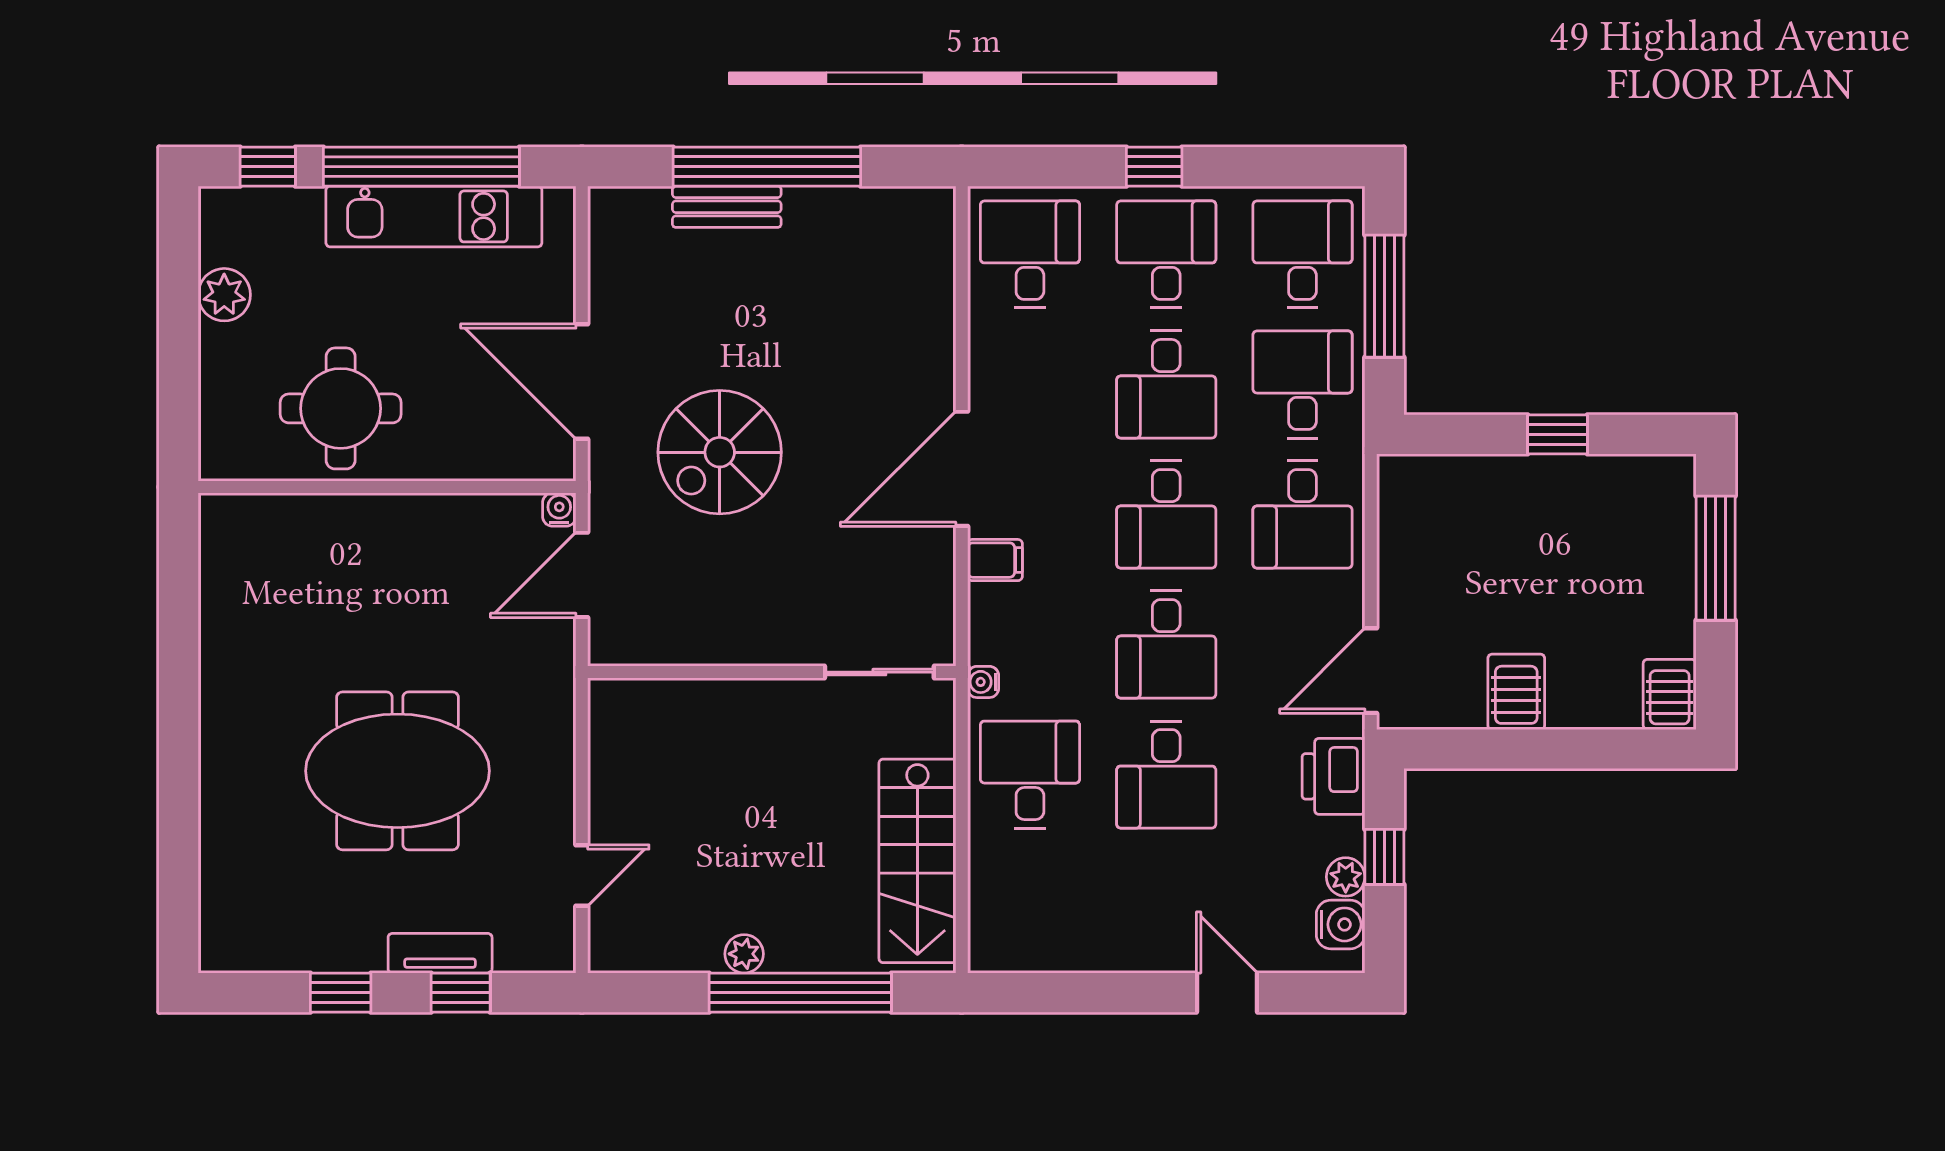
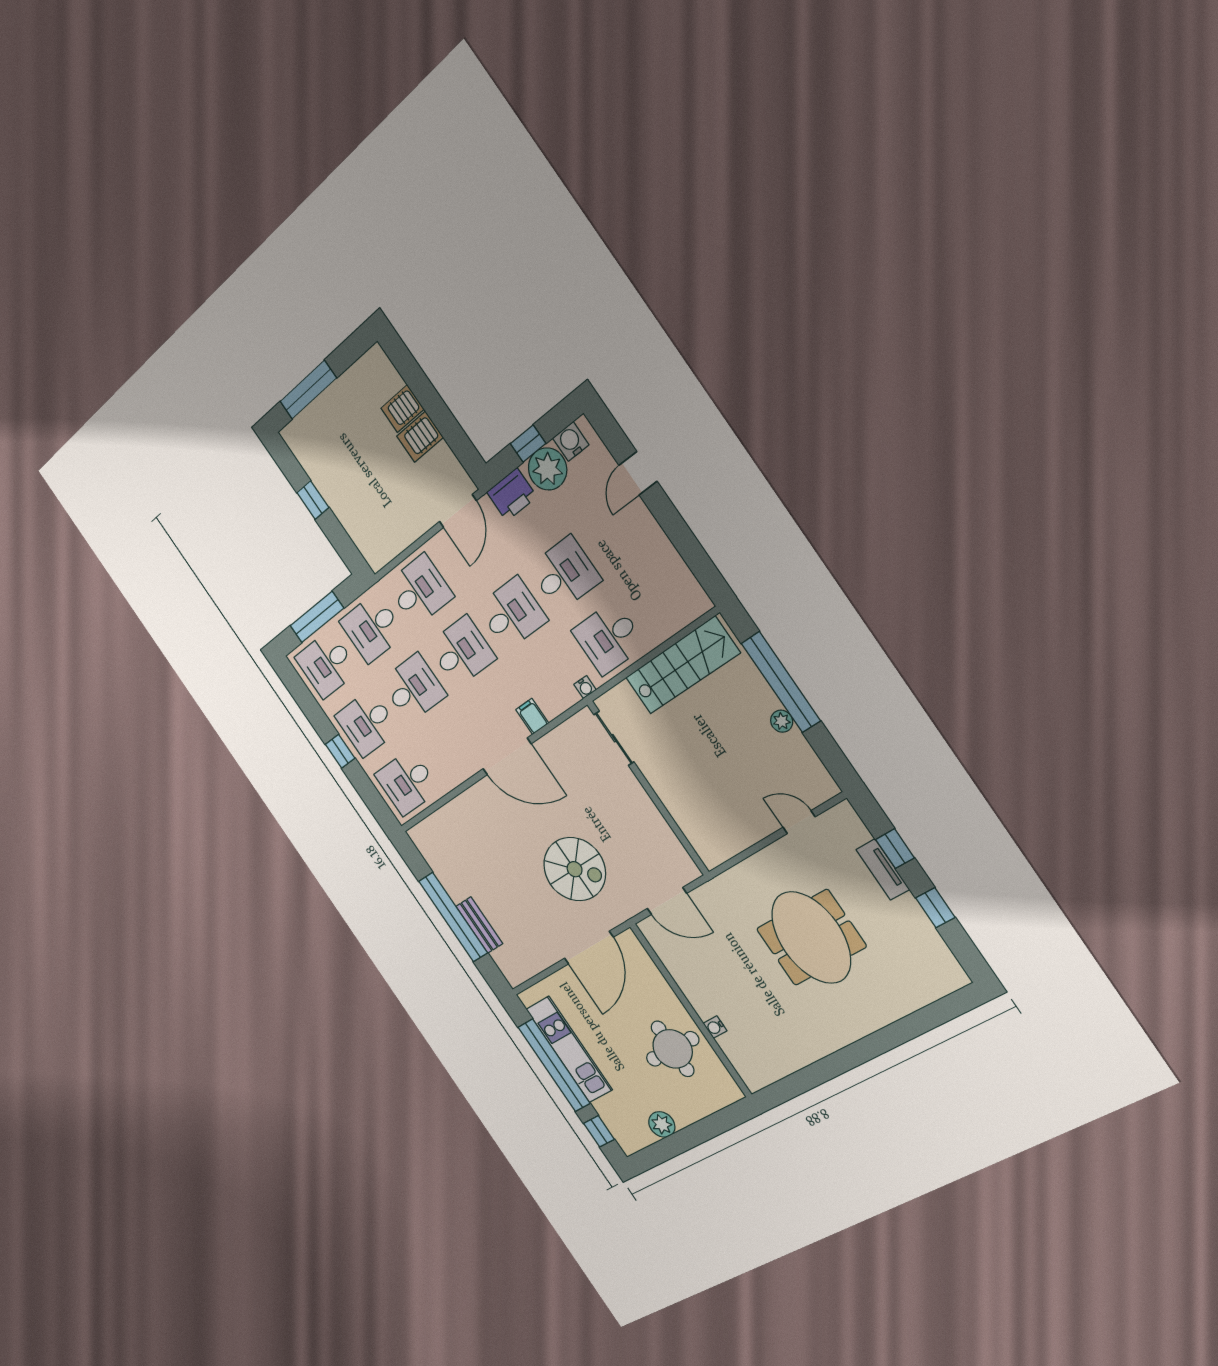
water cooler: (559, 510) -> (715, 1027), moved
door: (1371, 671) -> (458, 511), hinge flipped
server rack: (1670, 694) -> (402, 409), moved
plant: (1346, 877) -> (548, 469), width x1.88, depth x1.88

